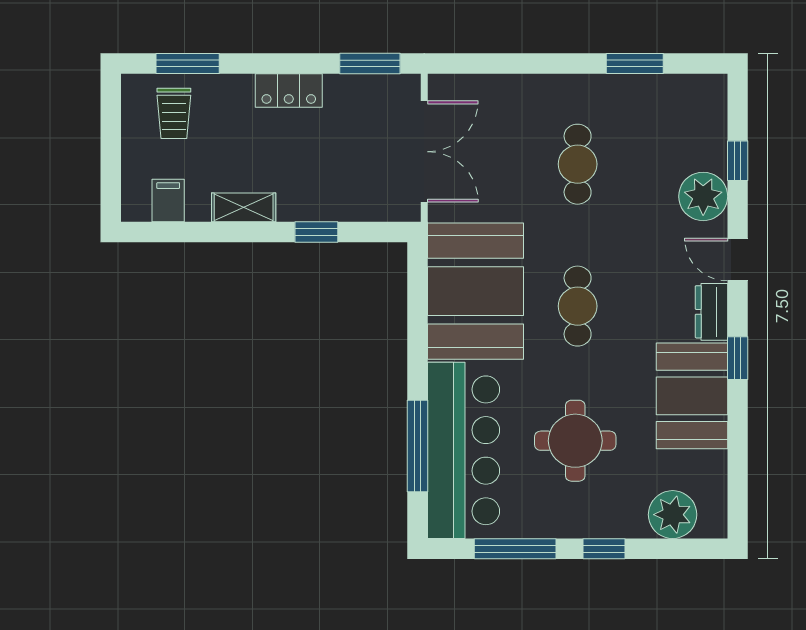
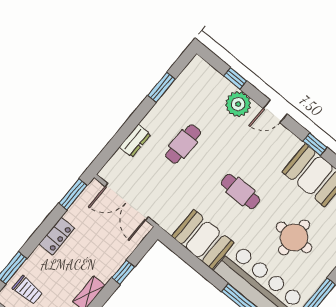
double door: (424, 152) -> (127, 202), swing flipped
cafe table: (578, 164) -> (183, 144), turned 90
booth: (475, 291) -> (203, 240), width x0.73, depth x0.70
dresser: (711, 312) -> (135, 141), moved, turned -90

